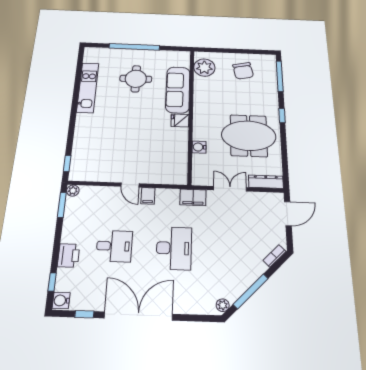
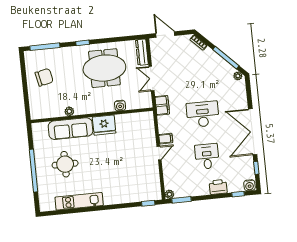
plant: (204, 68) -> (69, 111), moved, width x0.53, depth x0.53
fridge: (180, 120) -> (104, 125), width x1.88, depth x1.34
meeting table: (249, 136) -> (104, 68), turned 90

